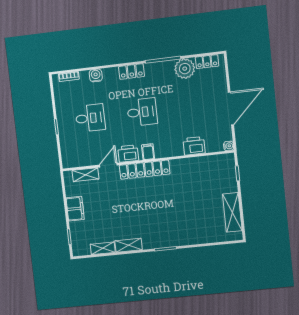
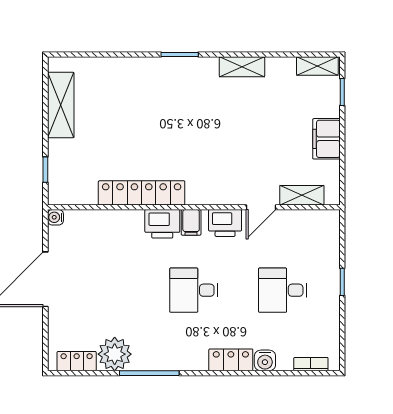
locker: (131, 71) -> (231, 360), moved
printer: (194, 146) -> (162, 224), moved
locker: (145, 170) -> (142, 193), moved
shelving: (103, 248) -> (317, 66), moved

